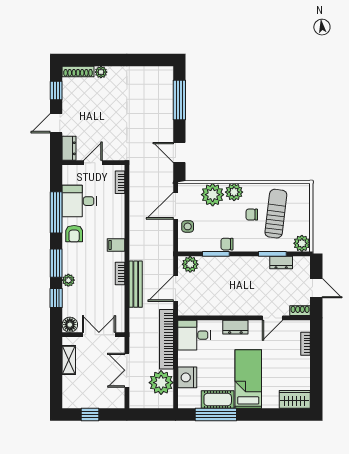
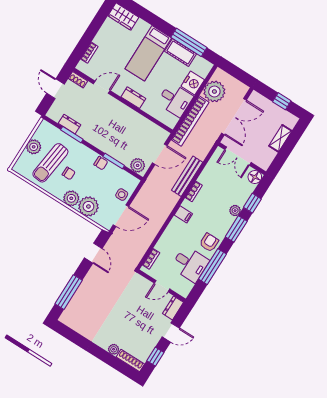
plant: (302, 243) -> (34, 147), moved
desk: (194, 335) -> (175, 100), moved
shelving: (69, 360) -> (280, 138), moved
double door: (127, 370) -> (234, 117), width x1.37

